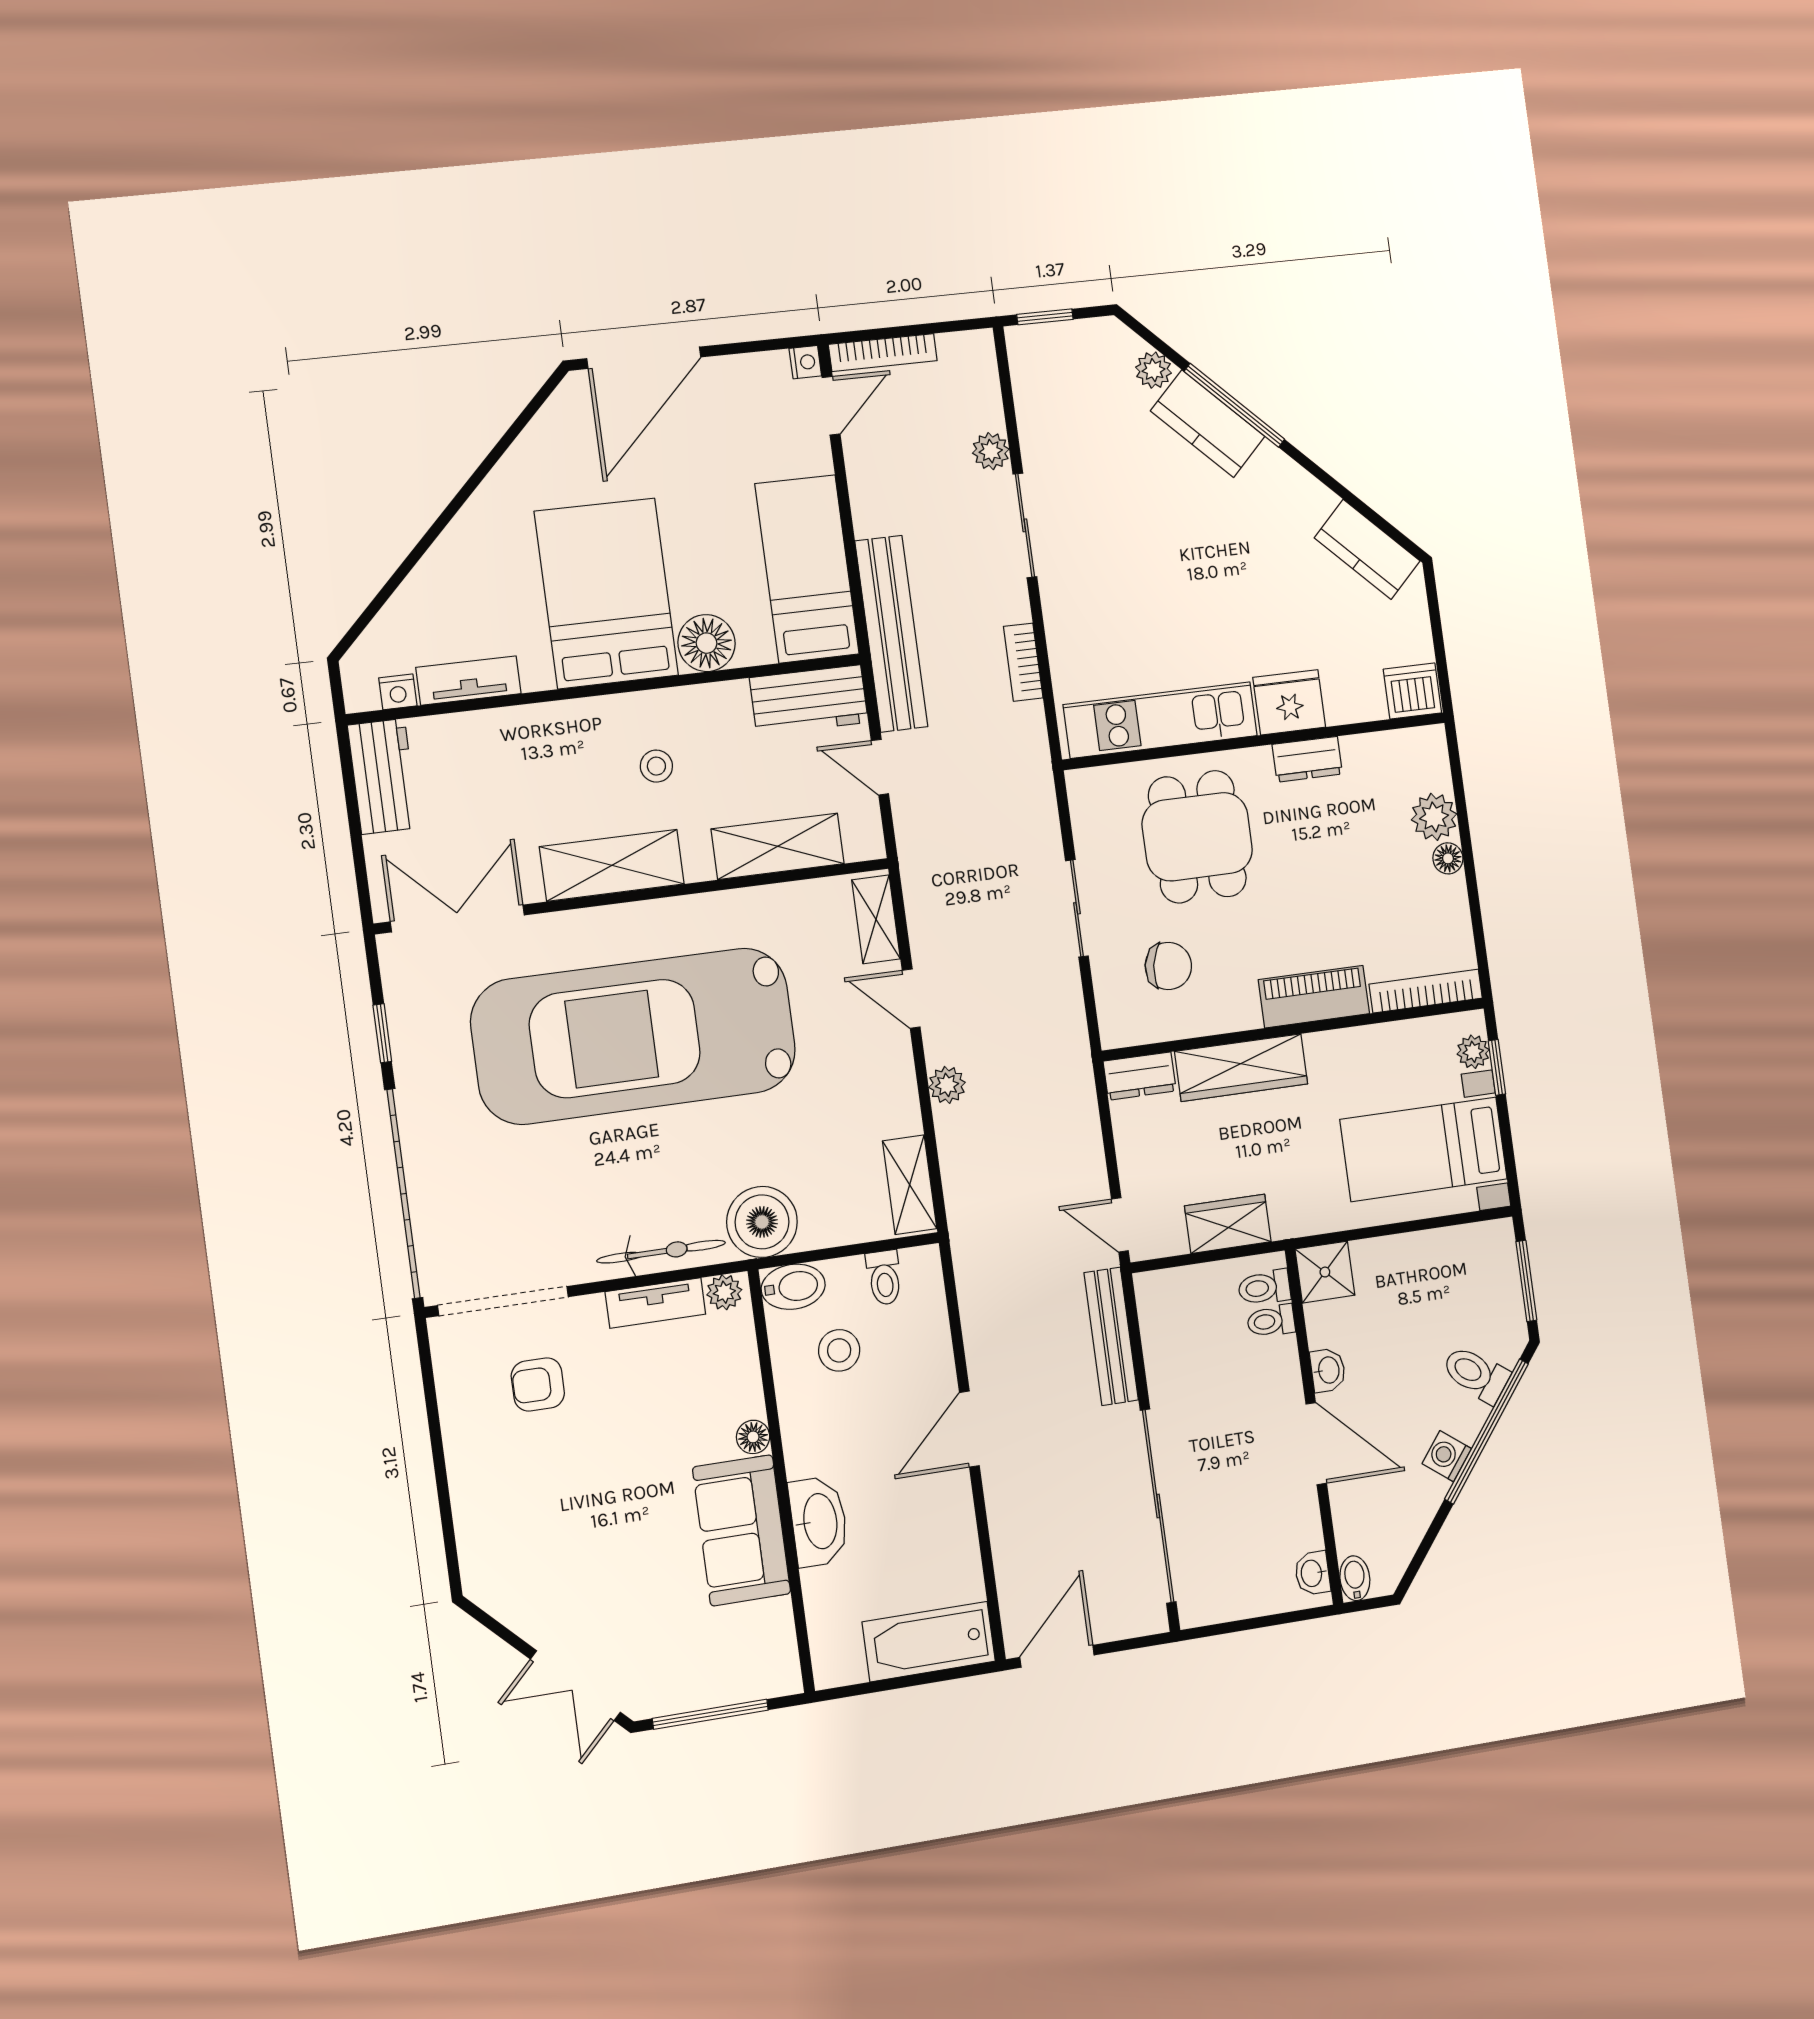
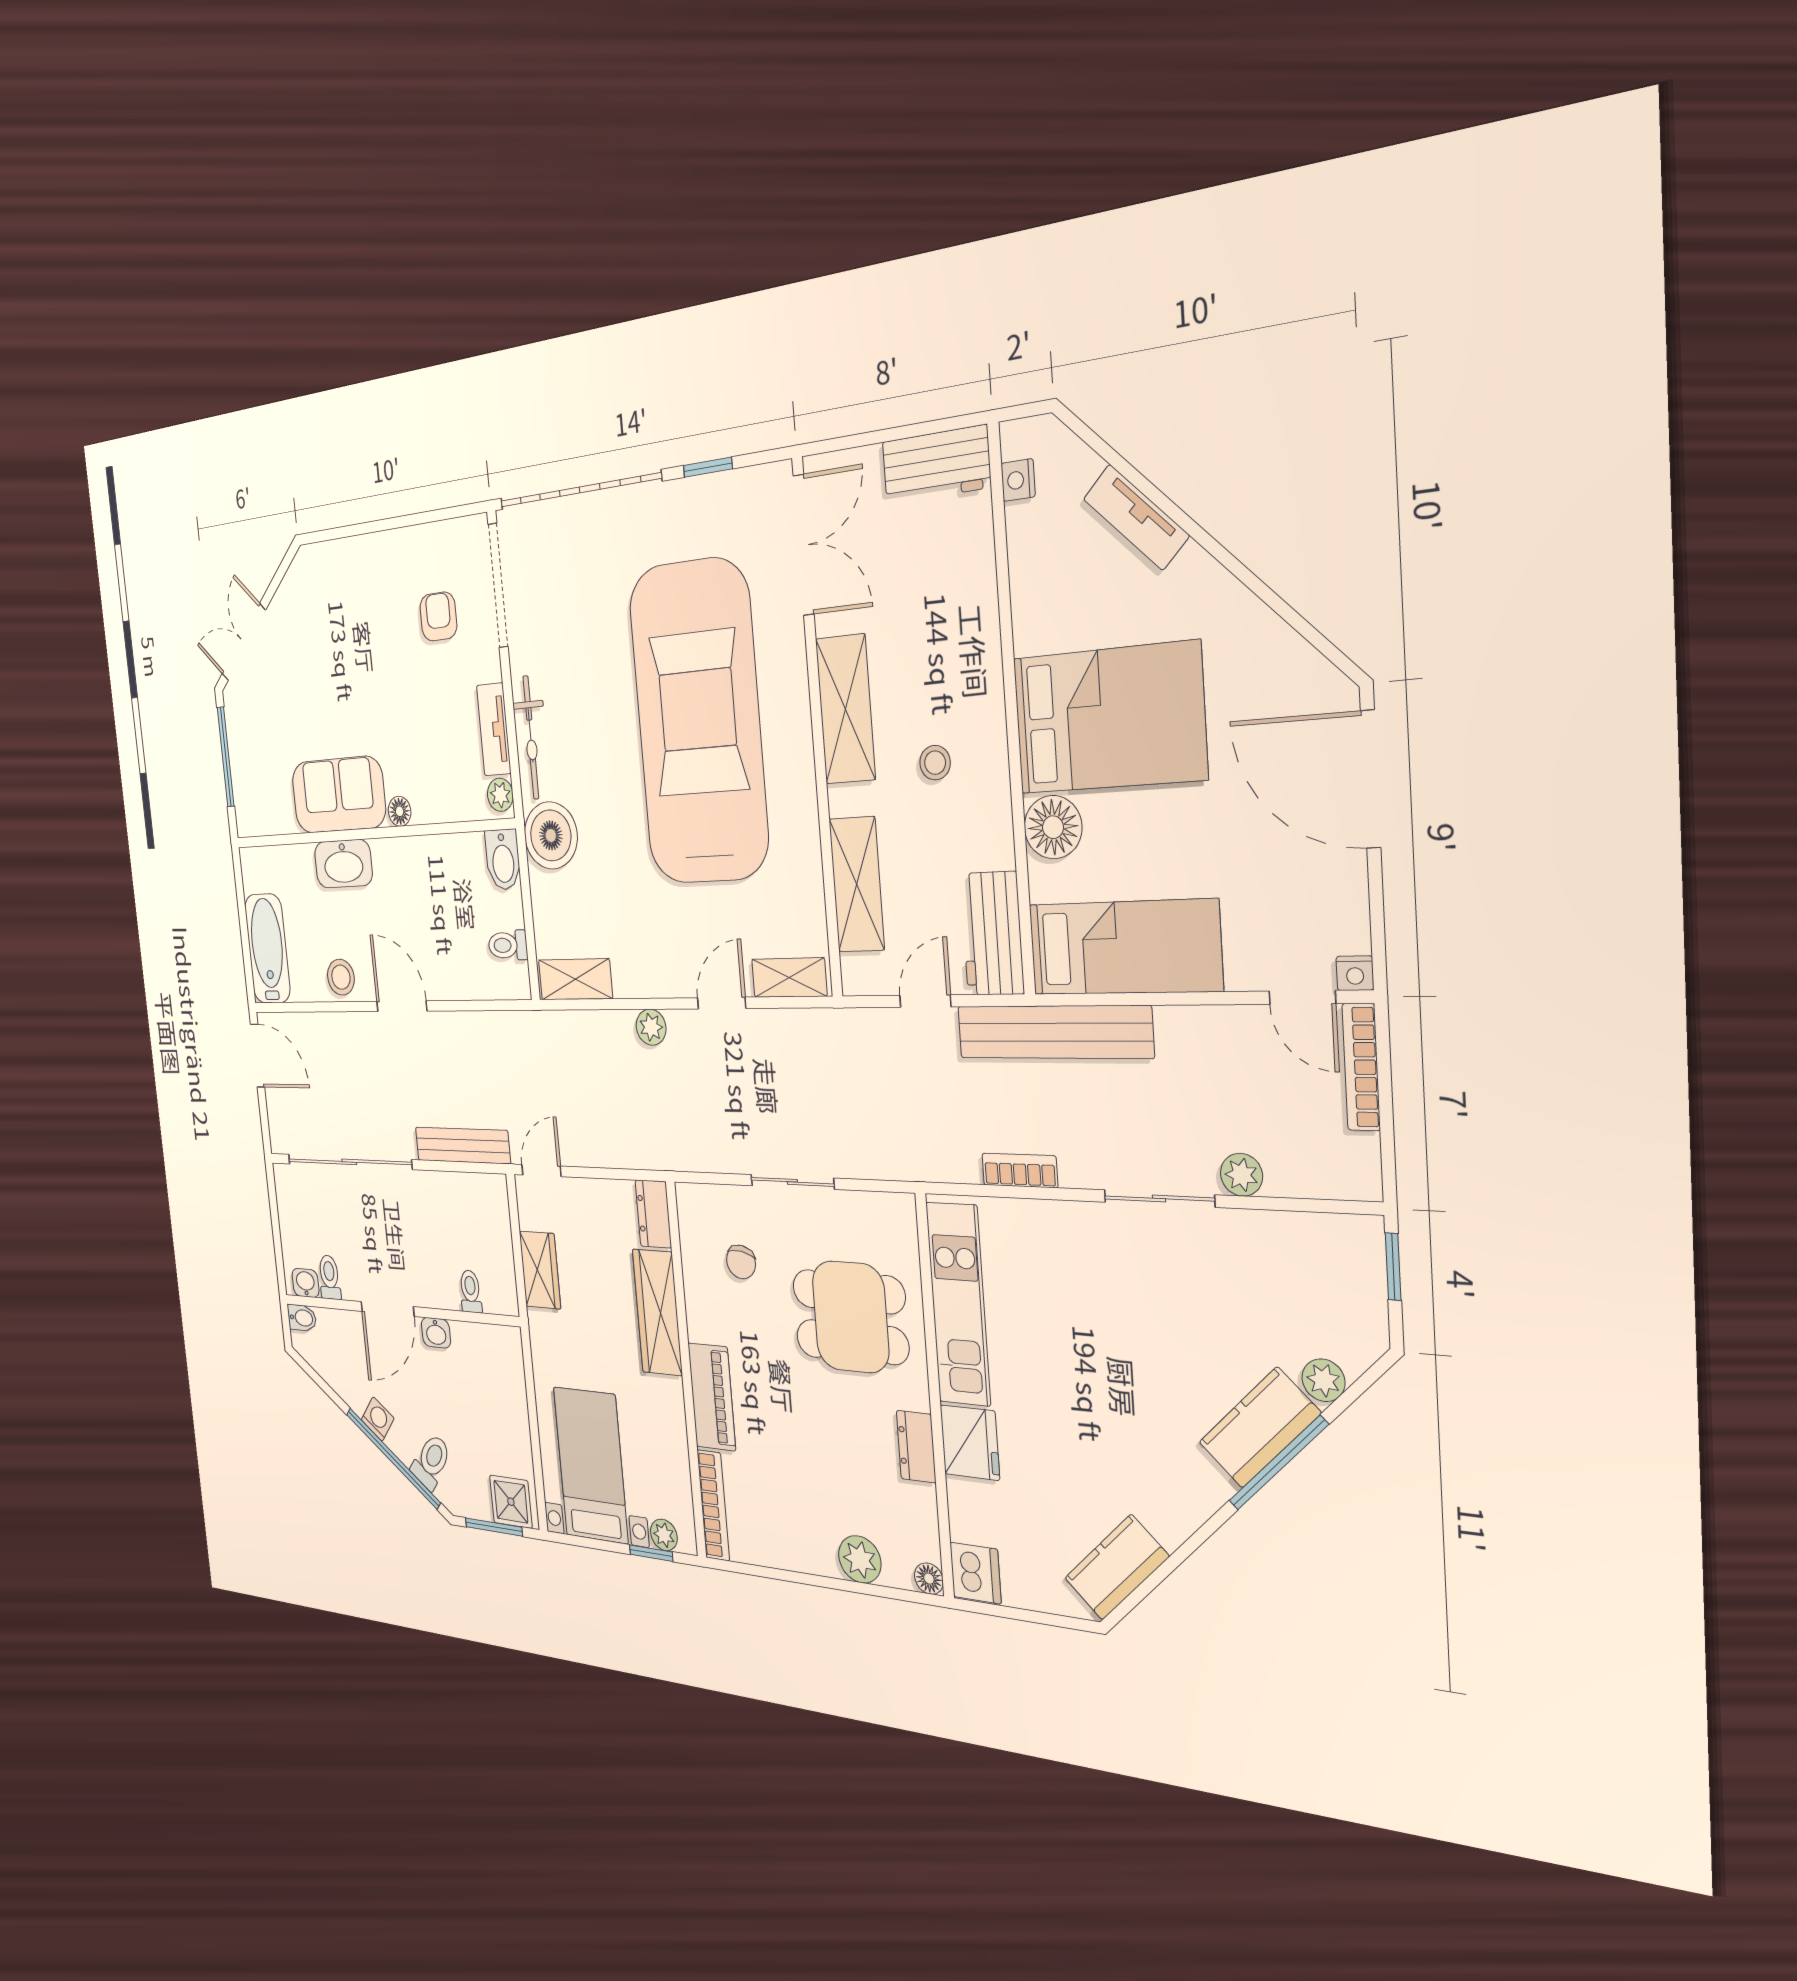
tv unit: (469, 680) -> (1136, 517), moved, turned 135
floor lamp: (1448, 858) -> (929, 1579), moved
chair: (1168, 966) -> (741, 1262), width x0.73, depth x0.73
shower: (1325, 1272) -> (511, 1502), moved
toilet: (1264, 1287) -> (329, 1277), moved
stool: (839, 1350) -> (341, 977), moved

